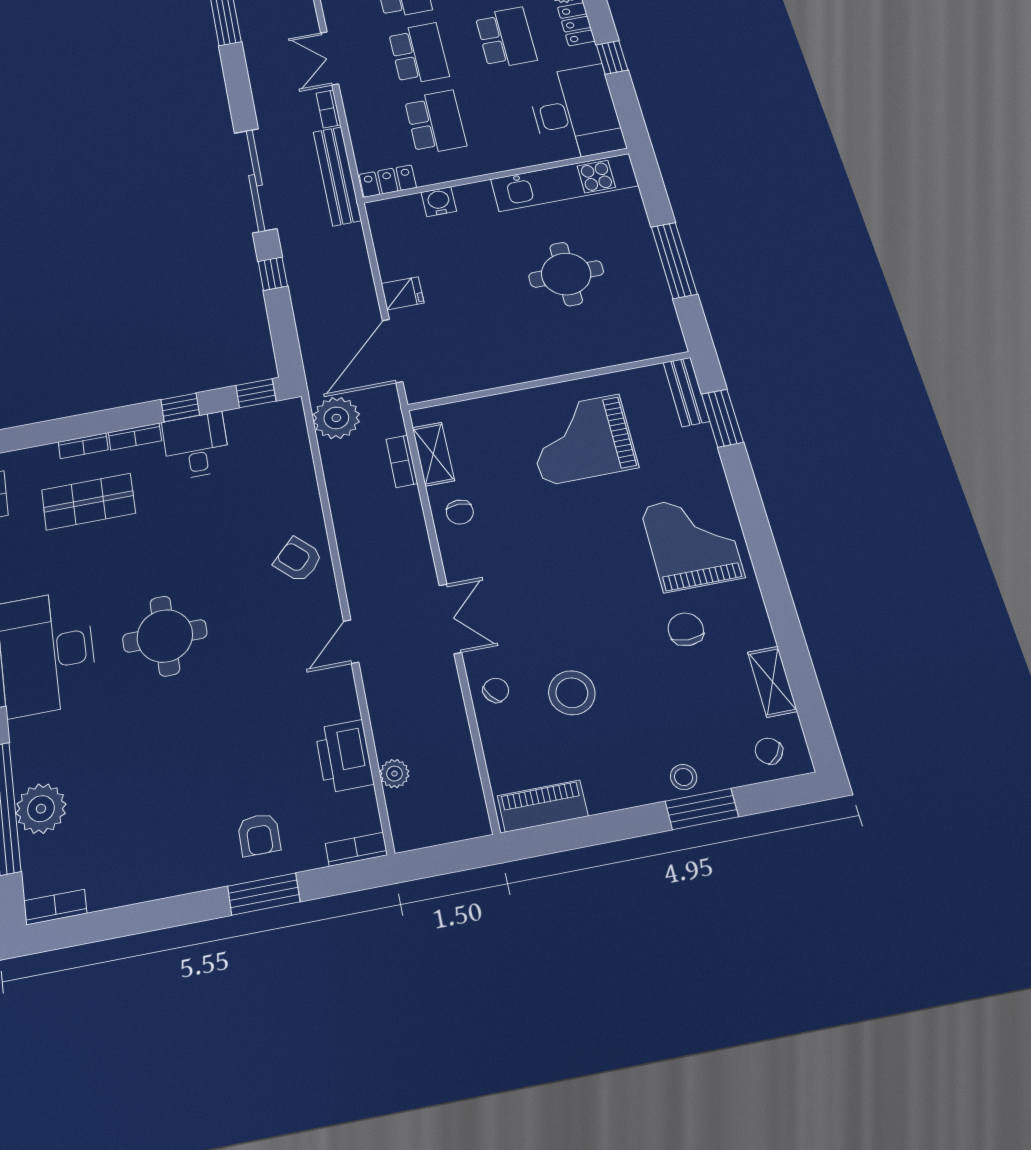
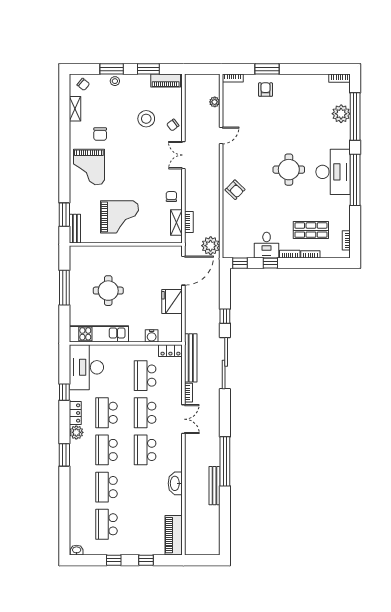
fridge: (403, 293) -> (172, 301), width x1.88, depth x1.34
door: (351, 642) -> (221, 135), moved
printer: (344, 756) -> (231, 112), removed
window: (599, 829) -> (148, 69), added

